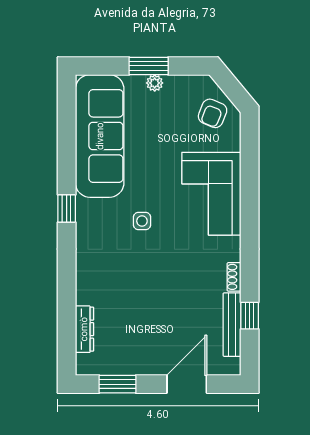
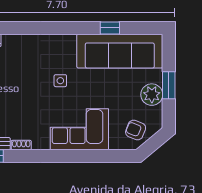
plant: (155, 83) -> (152, 95), width x1.88, depth x1.88
window: (67, 209) -> (110, 28), moved

